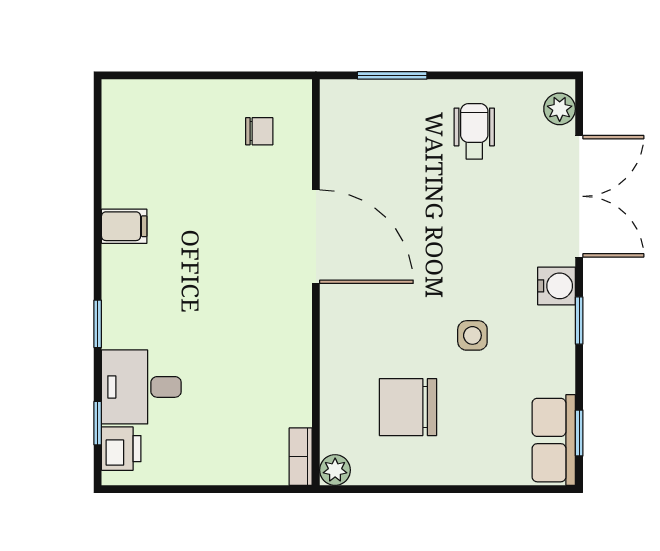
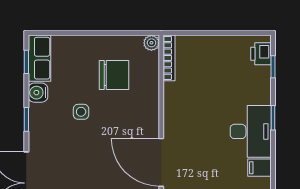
water cooler: (557, 286) -> (38, 93), moved
desk: (141, 387) -> (251, 131), moved, width x1.37
bookcase: (301, 457) -> (169, 58), width x1.56

